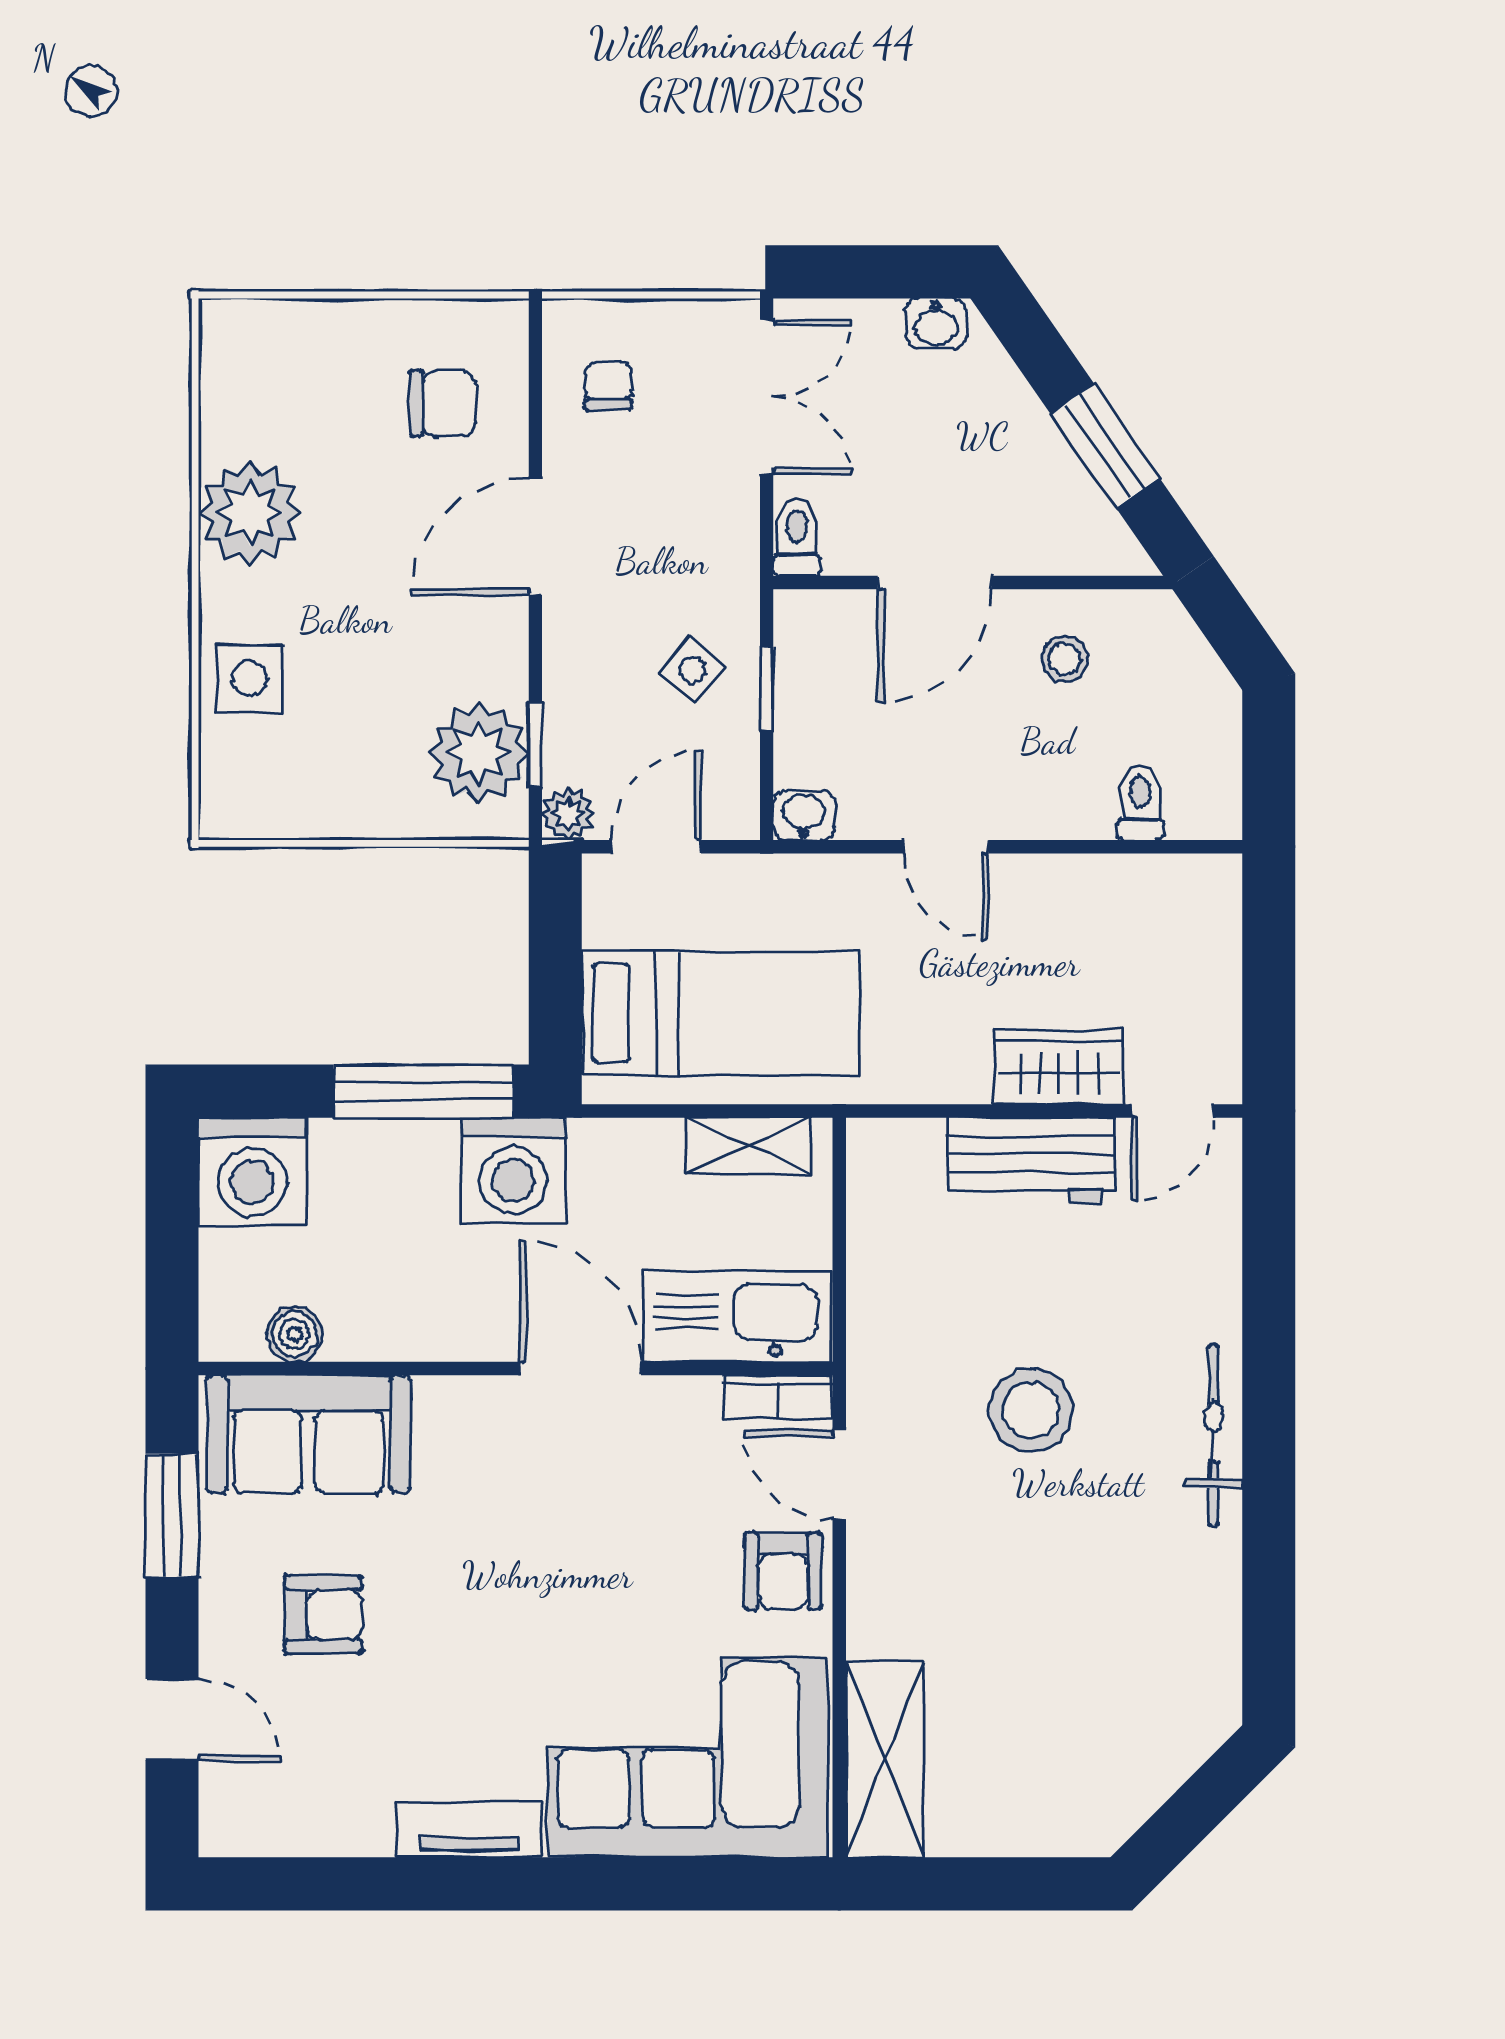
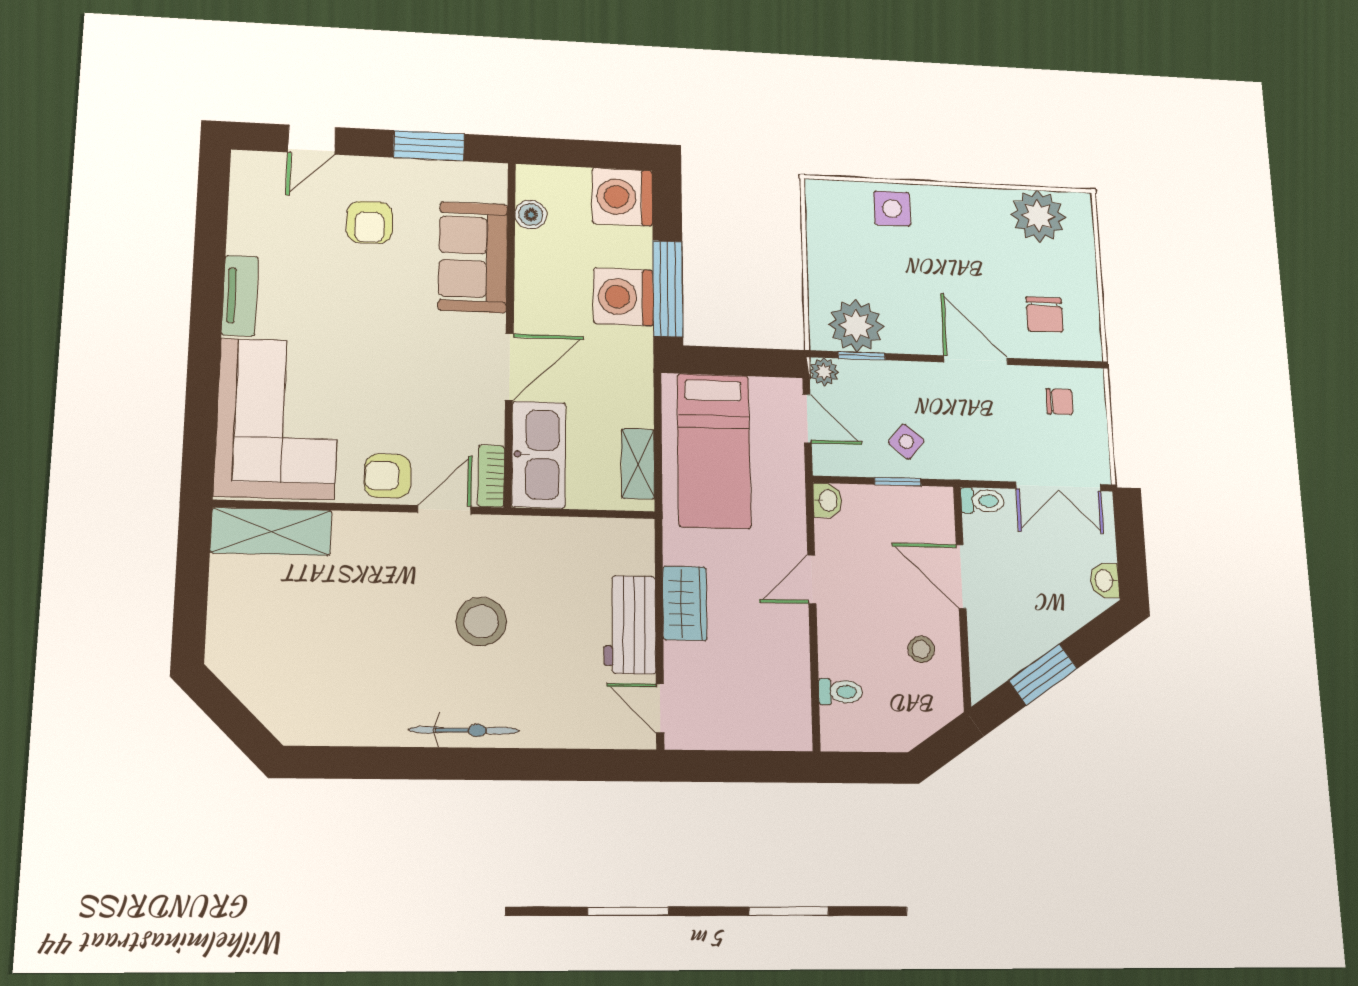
plant: (250, 513) -> (1038, 216), moved
wardrobe: (1059, 1067) -> (685, 603), moved
washing machine: (513, 1170) -> (623, 297), moved
sofa: (309, 1434) -> (473, 257), moved

